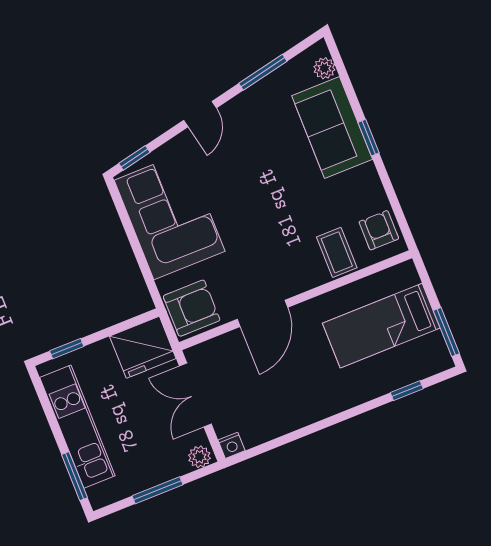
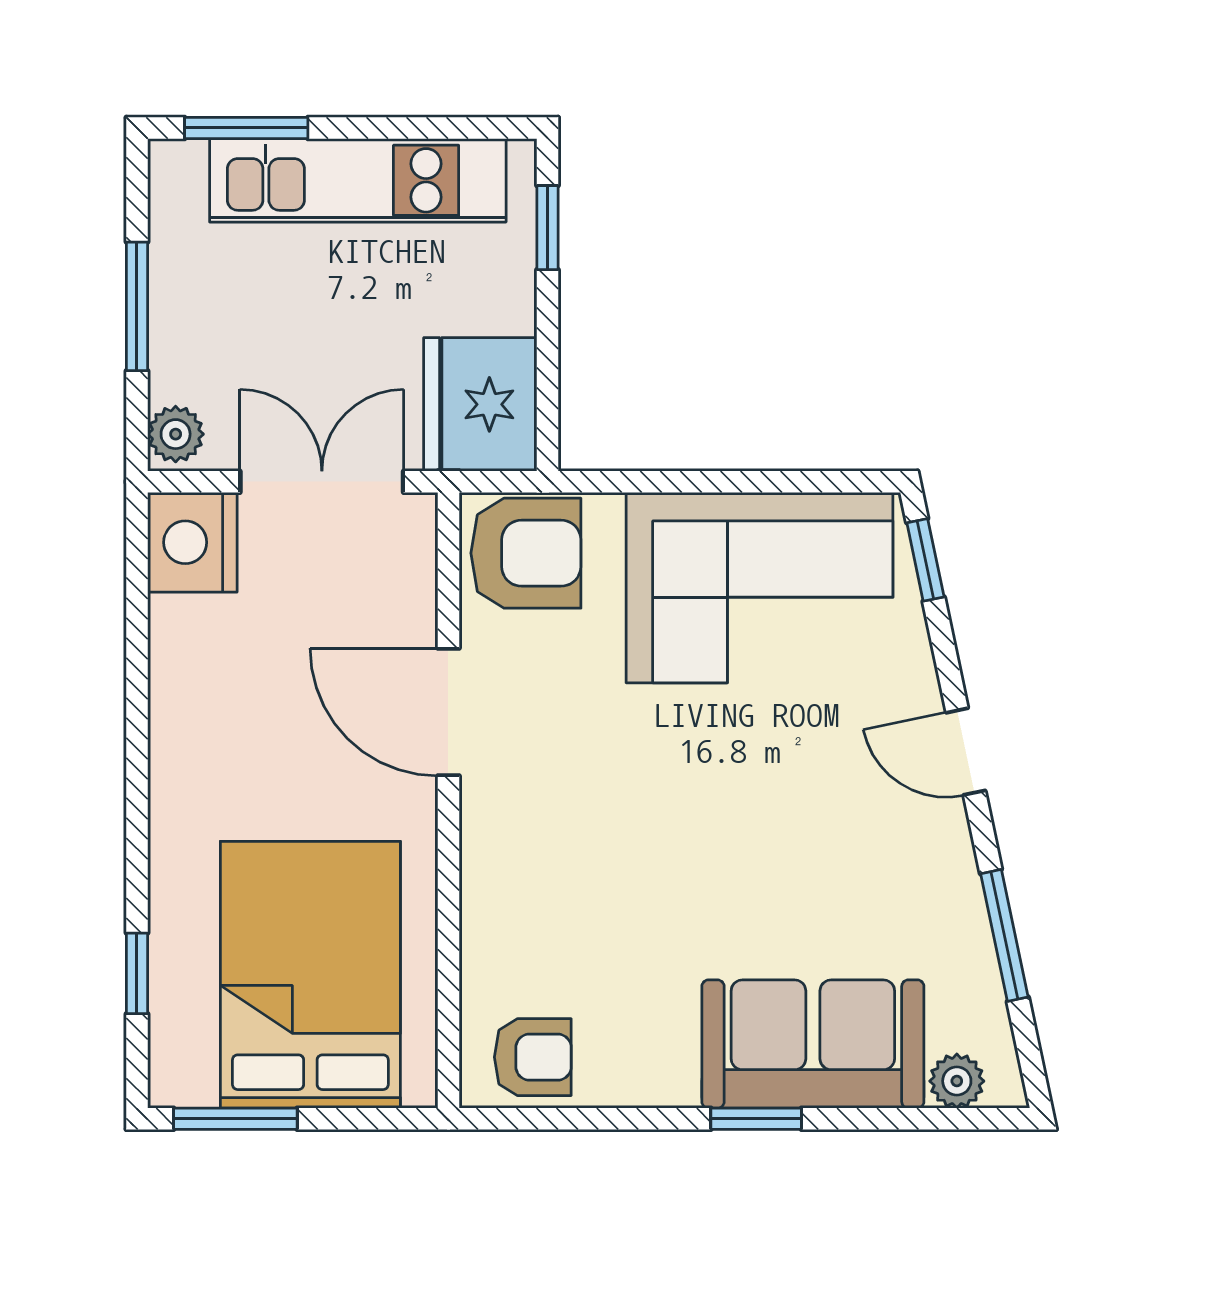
coffee table: (337, 252) -> (521, 940), removed
armchair: (192, 308) -> (526, 553), turned -90
bed: (381, 326) -> (310, 975), width x1.50
nightstand: (232, 445) -> (192, 542), width x1.89, depth x1.79

